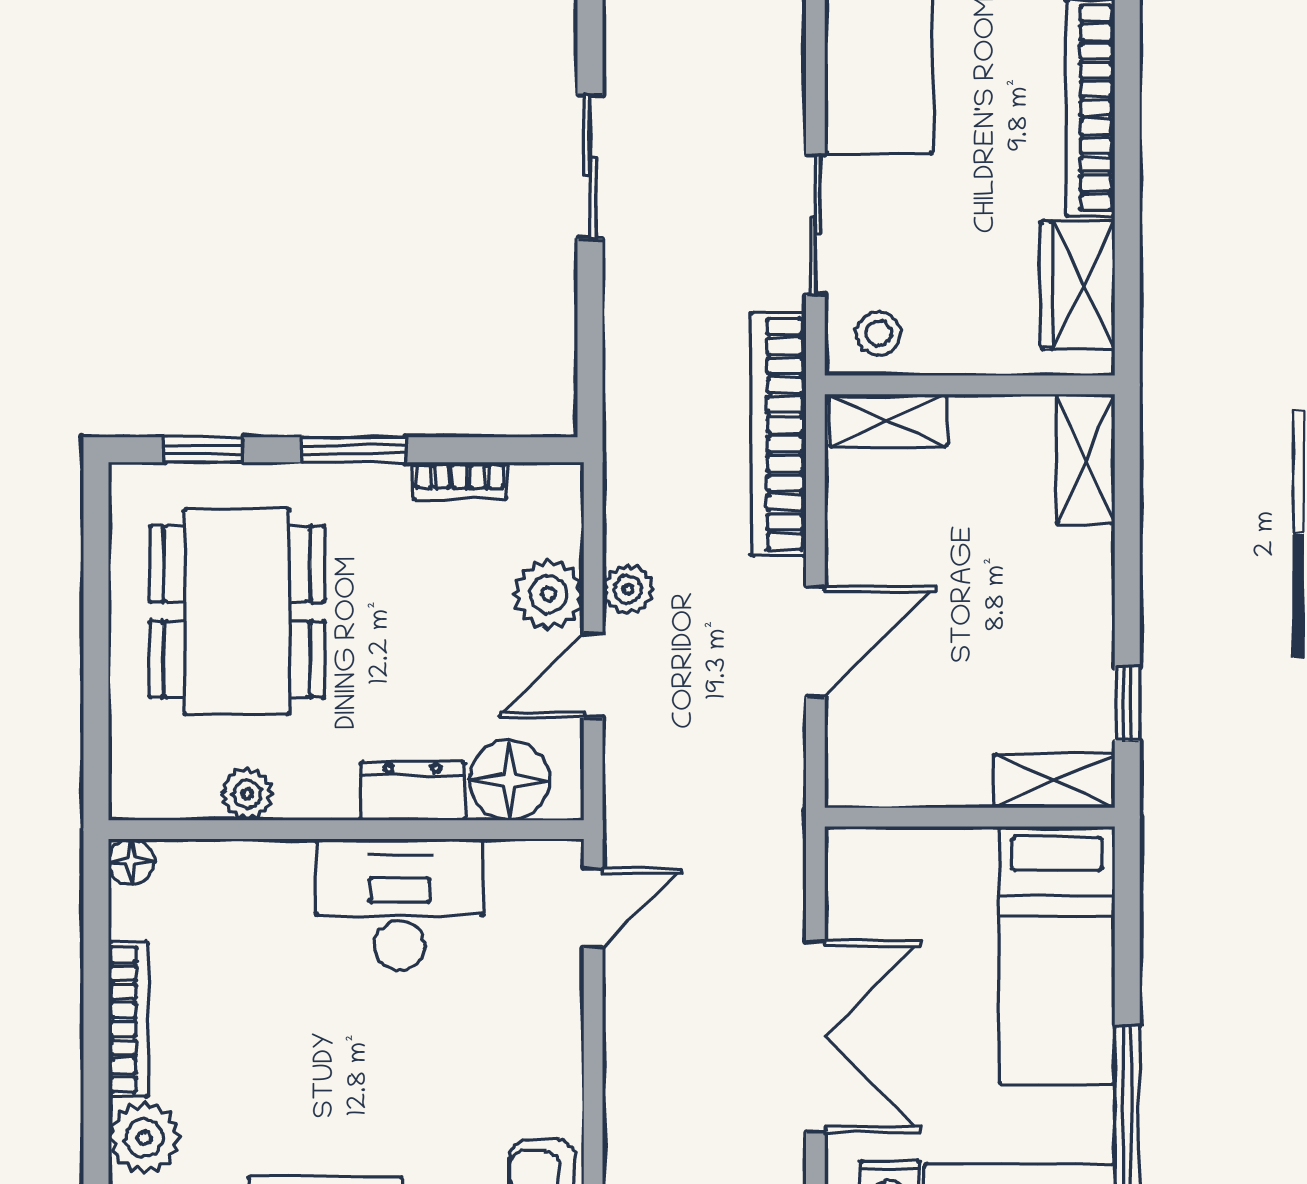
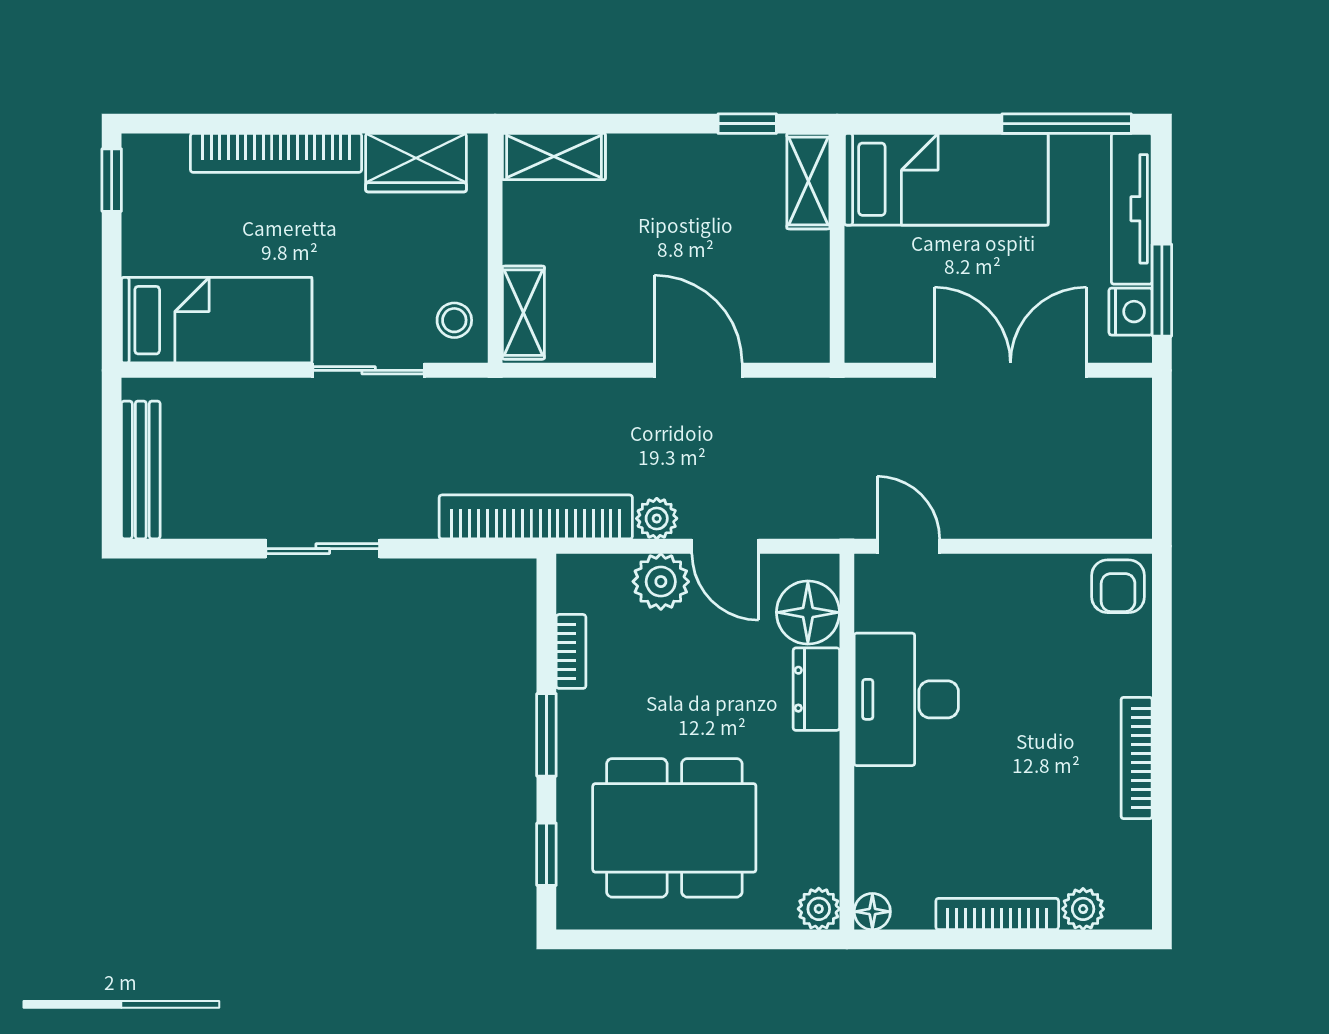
bookcase: (778, 434) -> (536, 517), moved, turned 180
plant: (247, 794) -> (819, 909), moved
plant: (144, 1138) -> (1083, 909), width x0.73, depth x0.73

